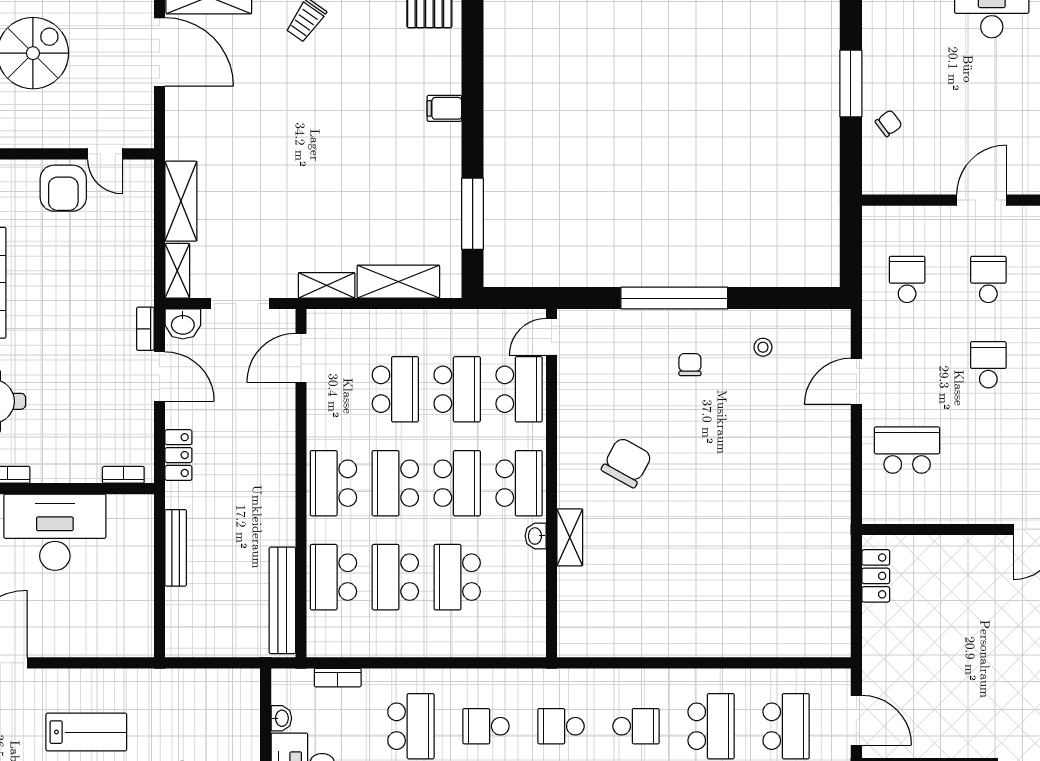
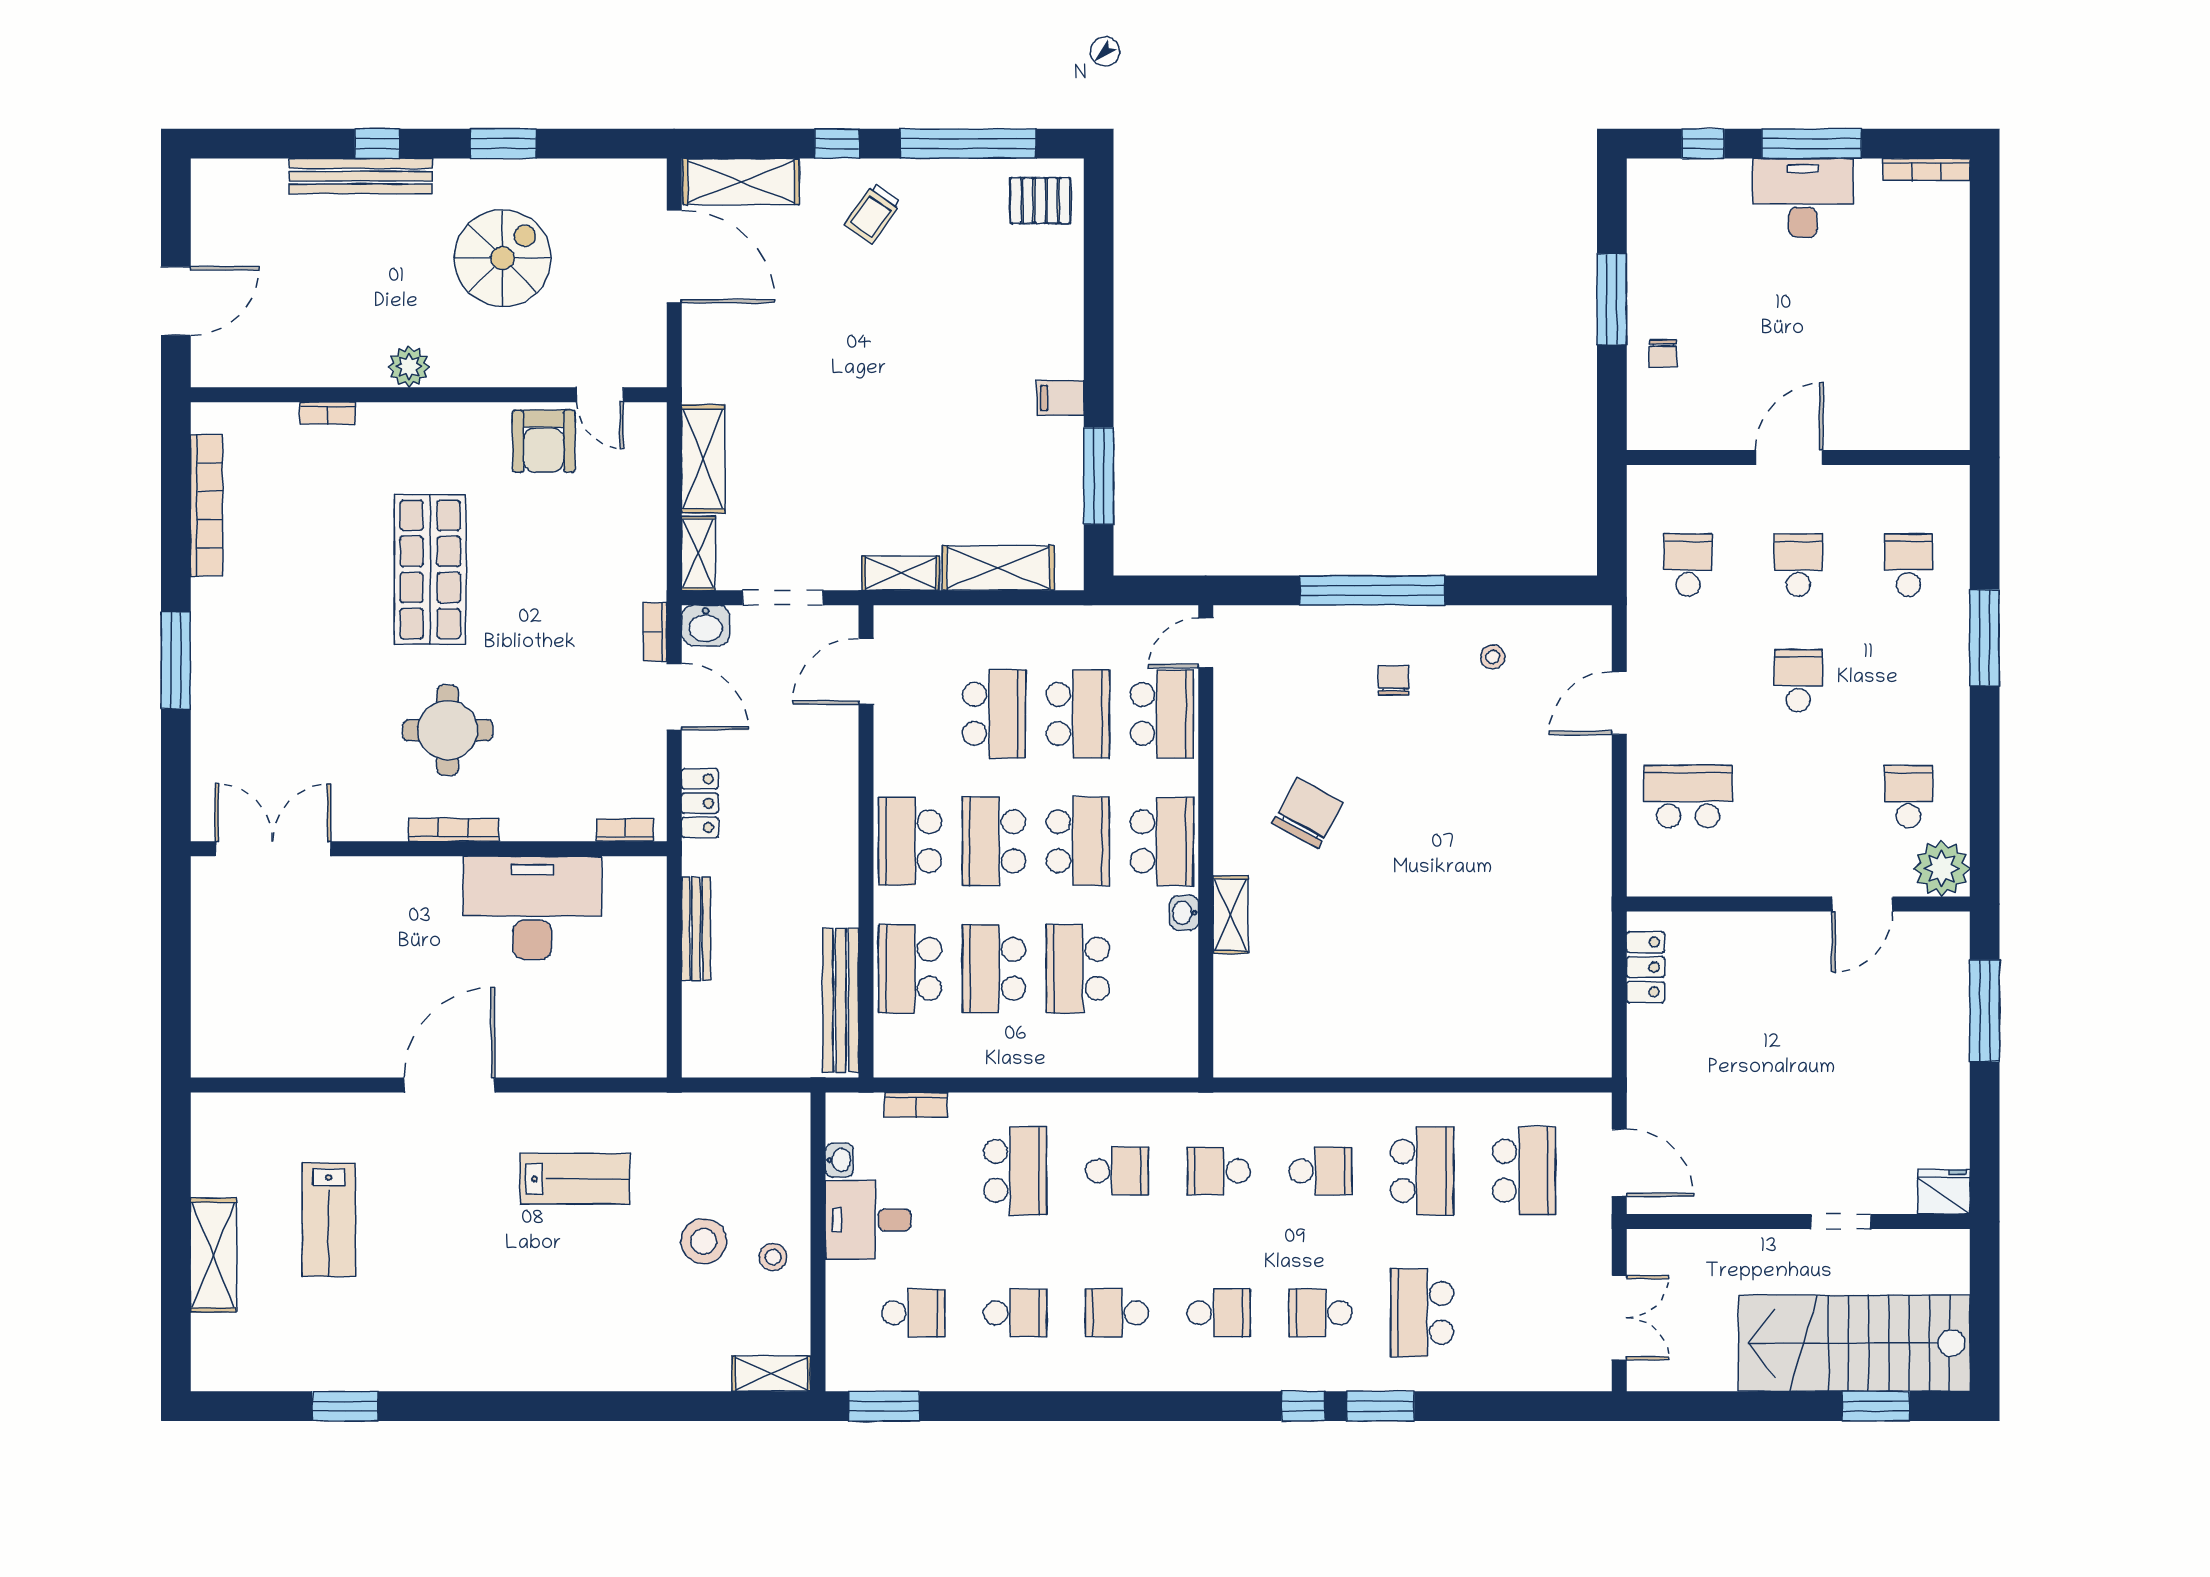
filing cabinet: (444, 108) -> (1060, 398), moved
chair: (889, 123) -> (1663, 353), turned 127
school desk: (486, 726) -> (1117, 1171), turned 180

